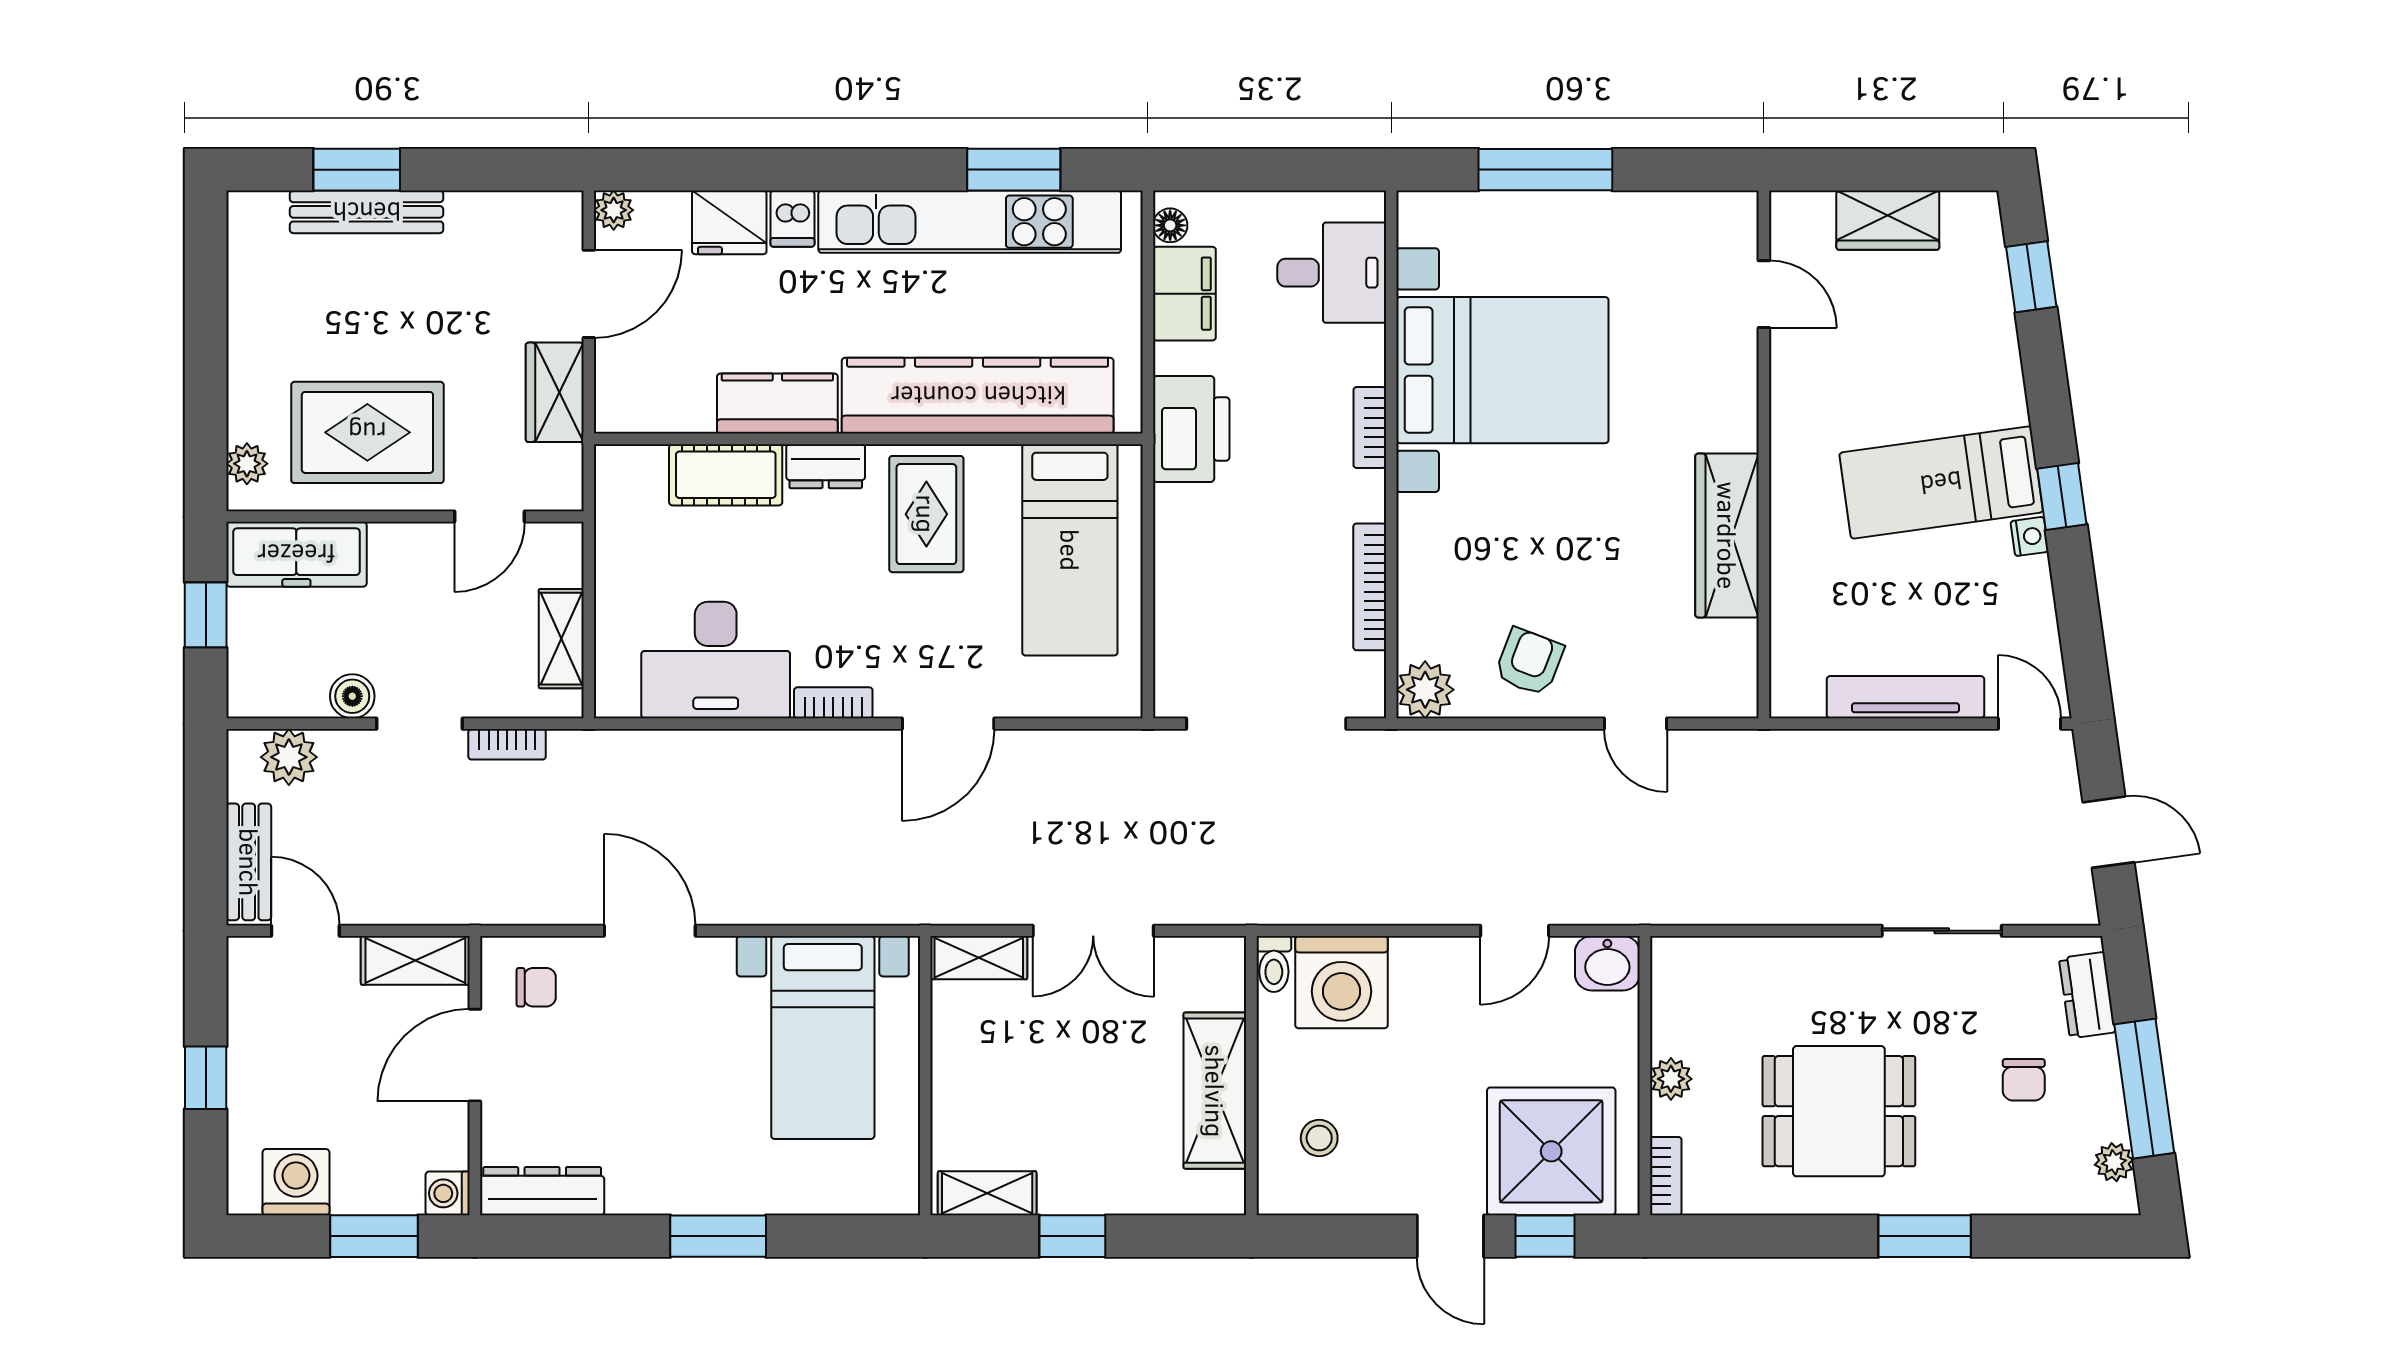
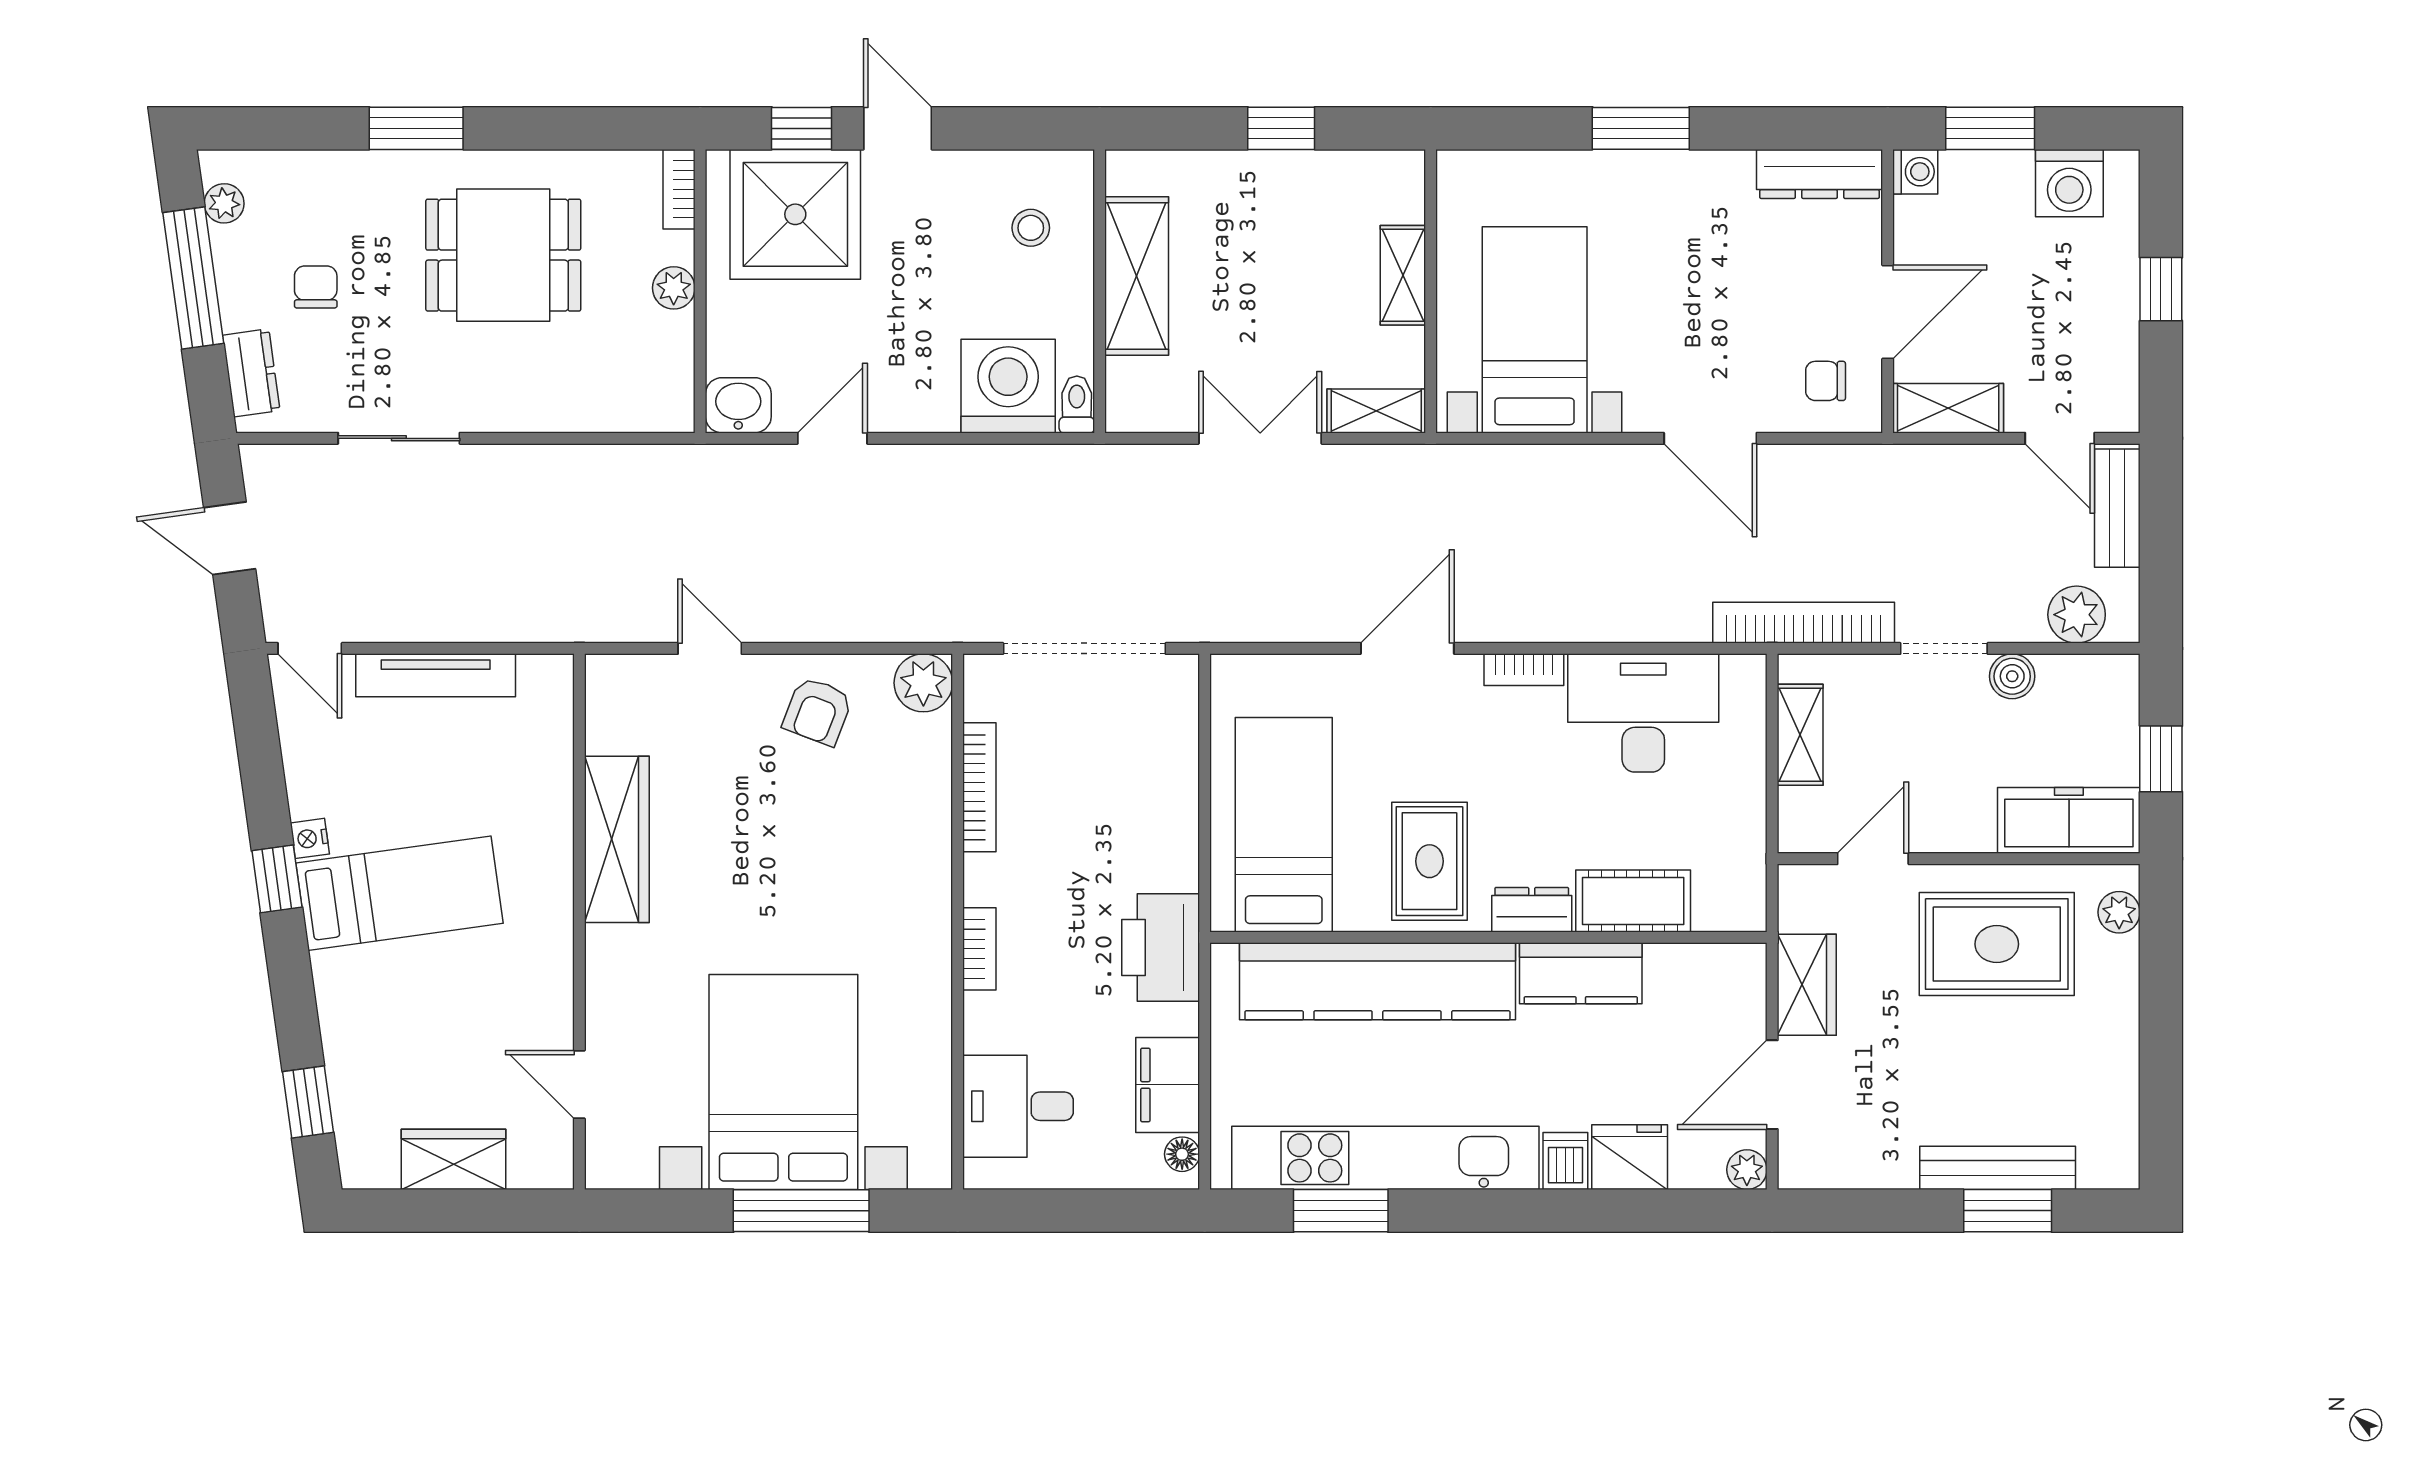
bed with nightstands: (1502, 370) -> (783, 1082), moved, turned 90
bookcase: (507, 744) -> (1804, 623), width x2.31, depth x1.31
shelving: (987, 1193) -> (1403, 275), moved, turned 90

